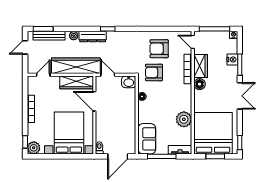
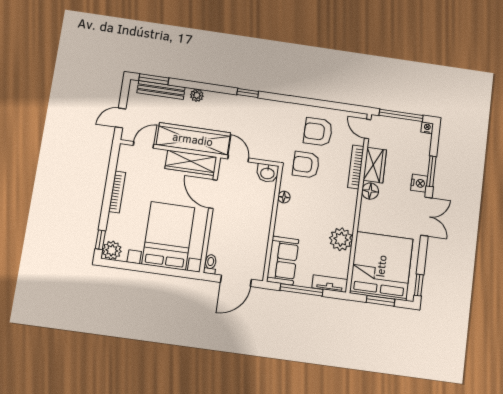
dresser: (93, 36) -> (224, 100), removed
door: (25, 47) -> (120, 118), moved
nightstand: (232, 60) -> (419, 183), moved

